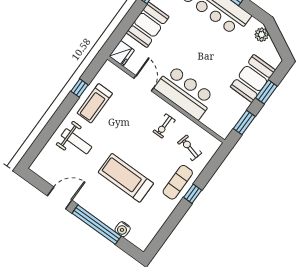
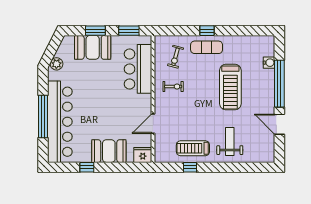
bar counter: (185, 92) -> (138, 69), moved
treadmill: (95, 103) -> (193, 148), turned 180

